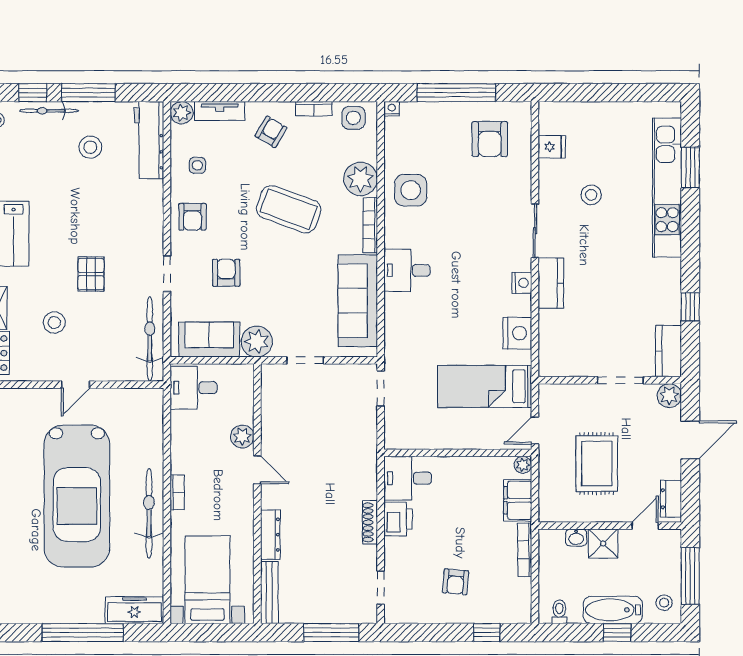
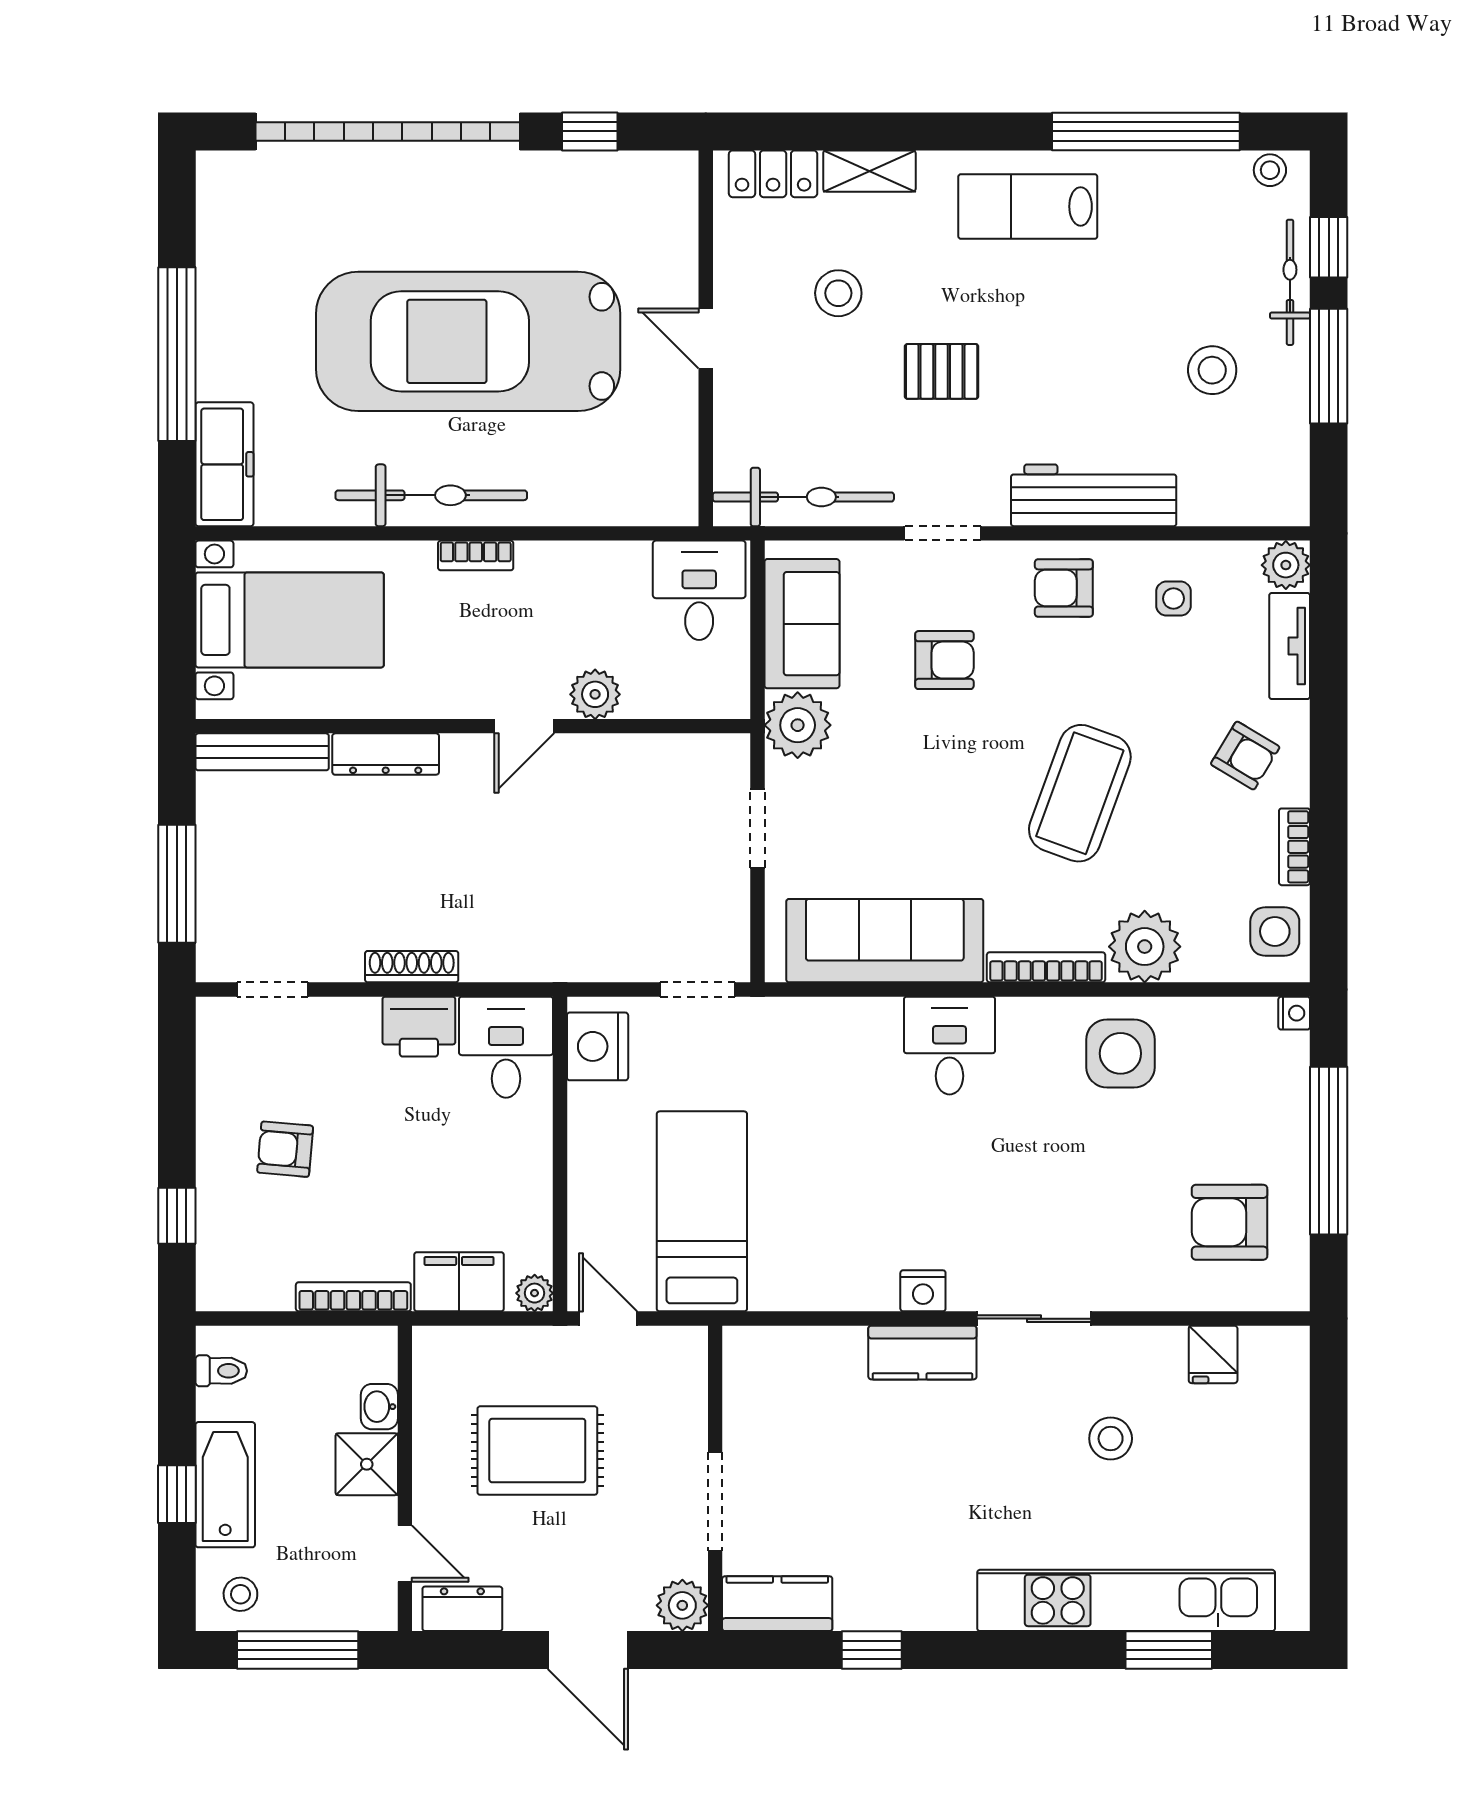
workbench: (149, 140) -> (1094, 495), moved
nightstand: (517, 333) -> (598, 1046), moved, turned 90

